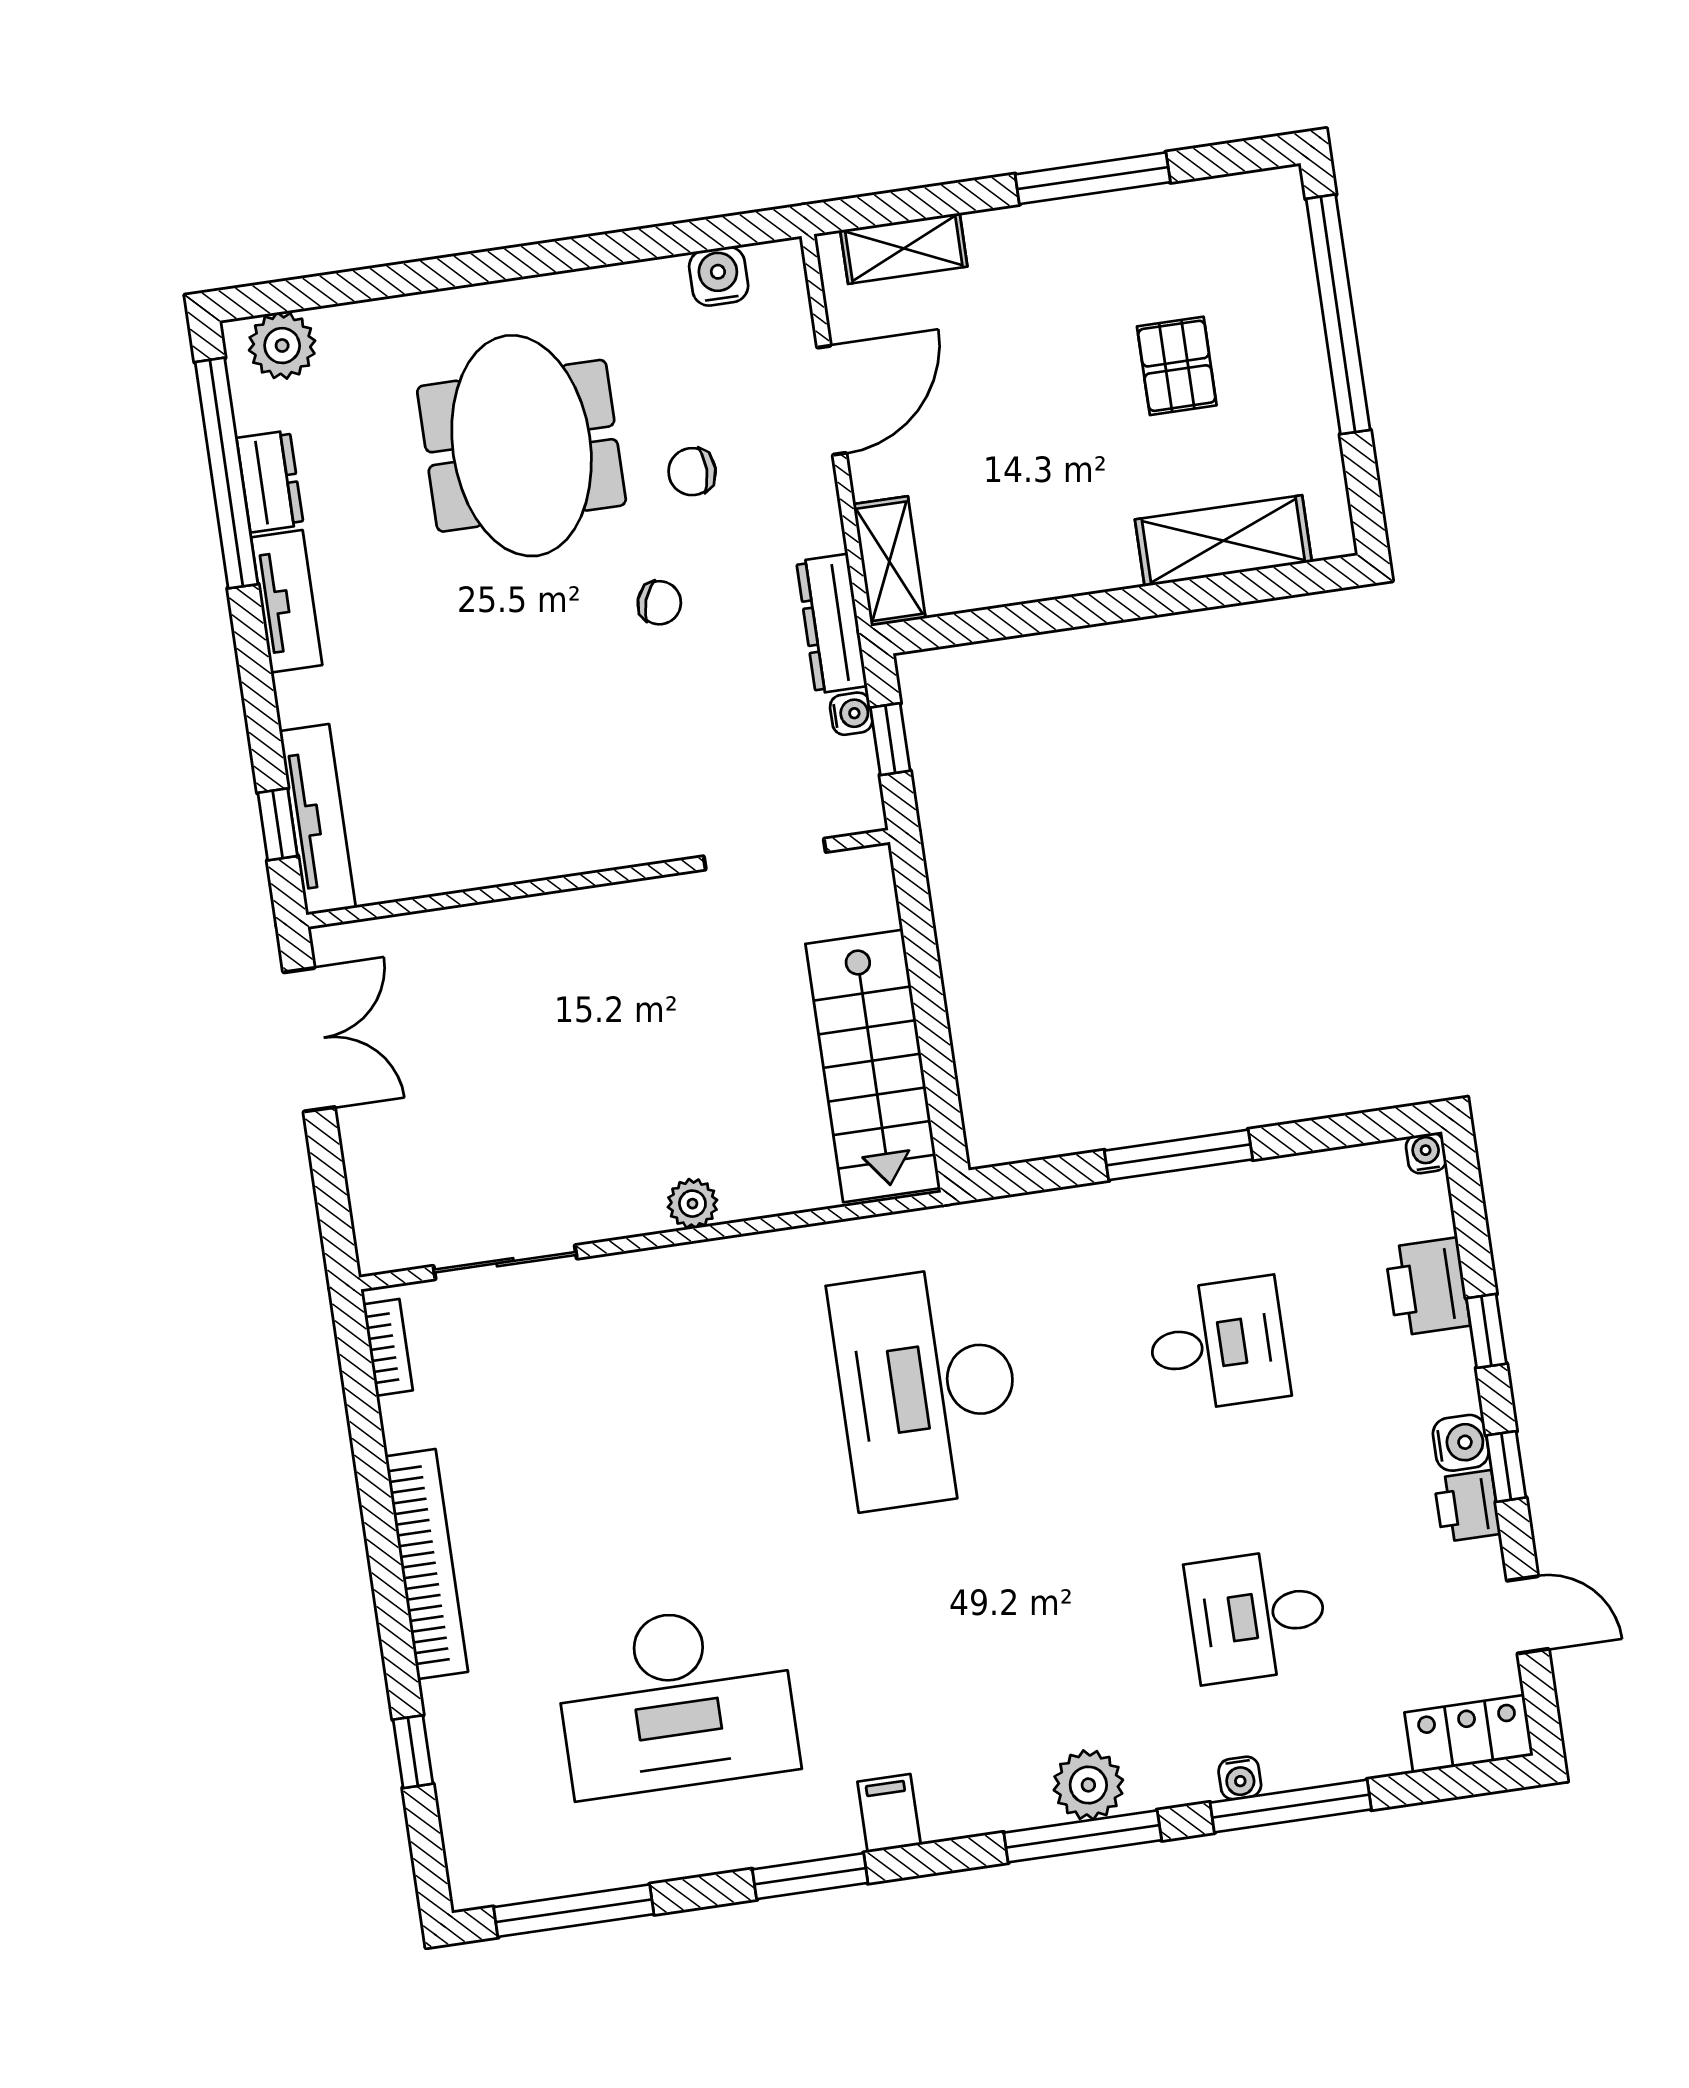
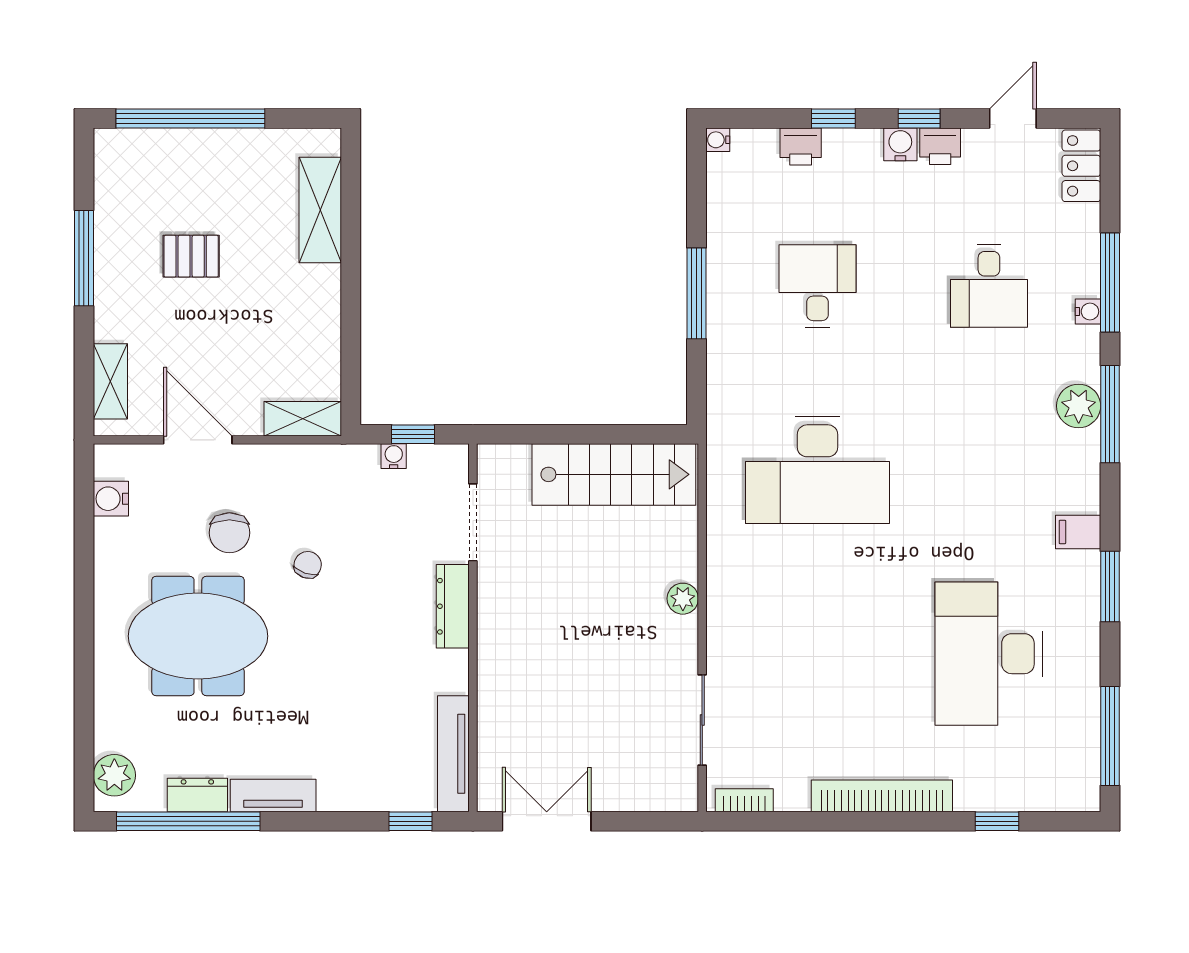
pallet: (1177, 366) -> (191, 256), moved
chair: (692, 472) -> (229, 533), width x1.37, depth x1.37
dresser: (832, 624) -> (453, 606), moved, turned 90
tv unit: (318, 819) -> (453, 754), moved, turned -90
printer: (1427, 1287) -> (801, 147), width x0.73, depth x0.81
desk: (676, 1700) -> (989, 654), turned 180

